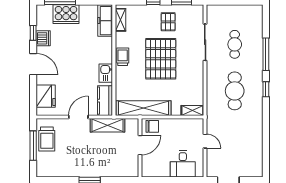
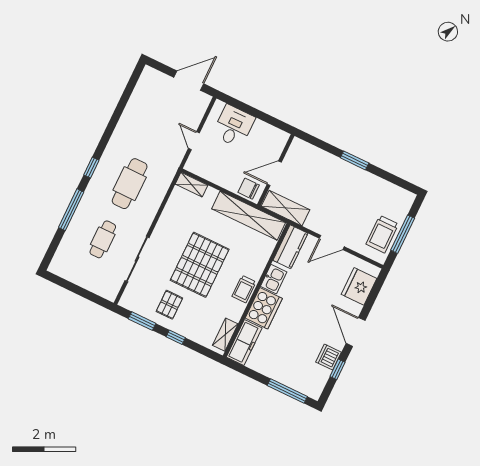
cooker: (66, 14) -> (264, 308), moved, turned 90
shelving: (108, 125) -> (286, 208), moved
trolley: (47, 139) -> (382, 234), turned 180

